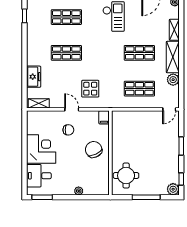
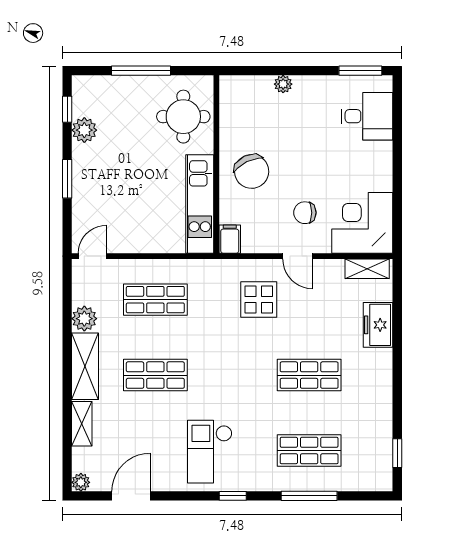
kitchen unit: (118, 134) -> (200, 204), added
corner desk: (41, 149) -> (362, 223), moved, turned 90
plant: (173, 189) -> (84, 130), moved

